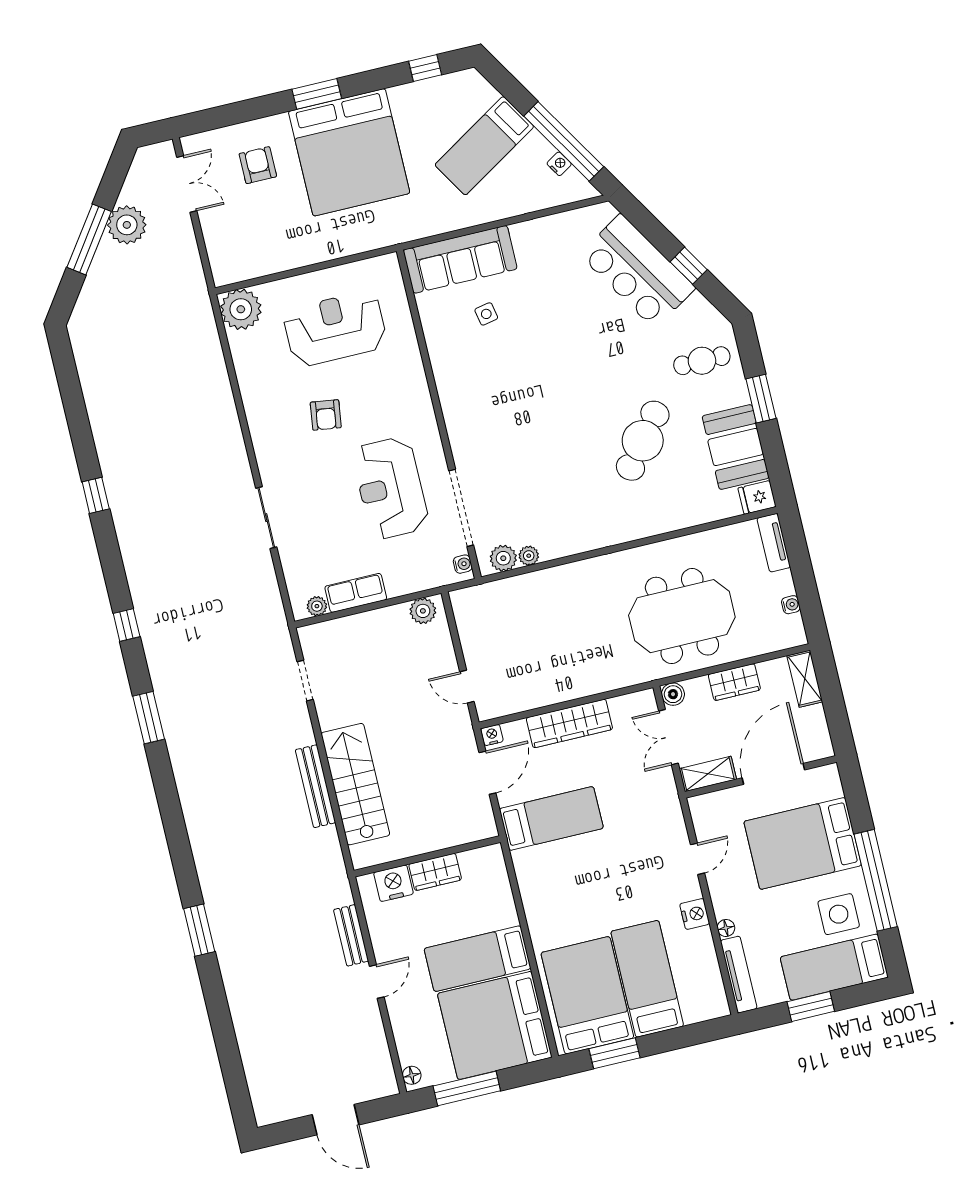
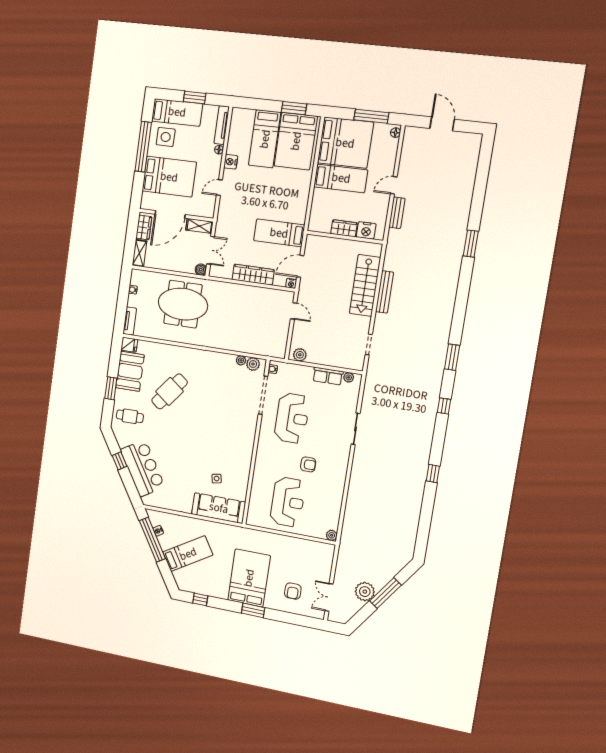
bed: (349, 152) -> (249, 578), width x0.73
plant: (241, 309) -> (332, 535), width x0.53, depth x0.53
reception desk: (335, 329) -> (288, 502), turned -90
armchair: (326, 415) -> (308, 464), turned 82
wardrobe: (734, 682) -> (144, 227), moved, turned 90

